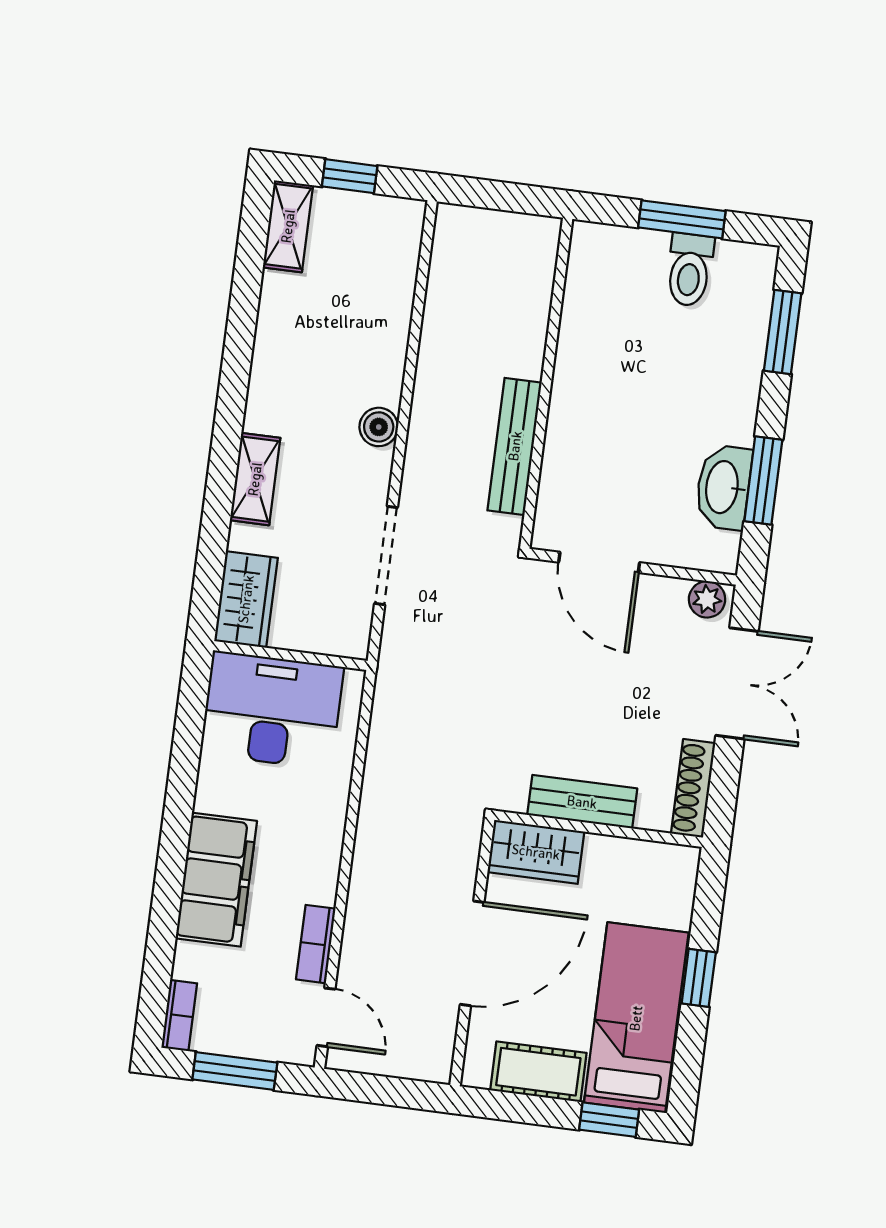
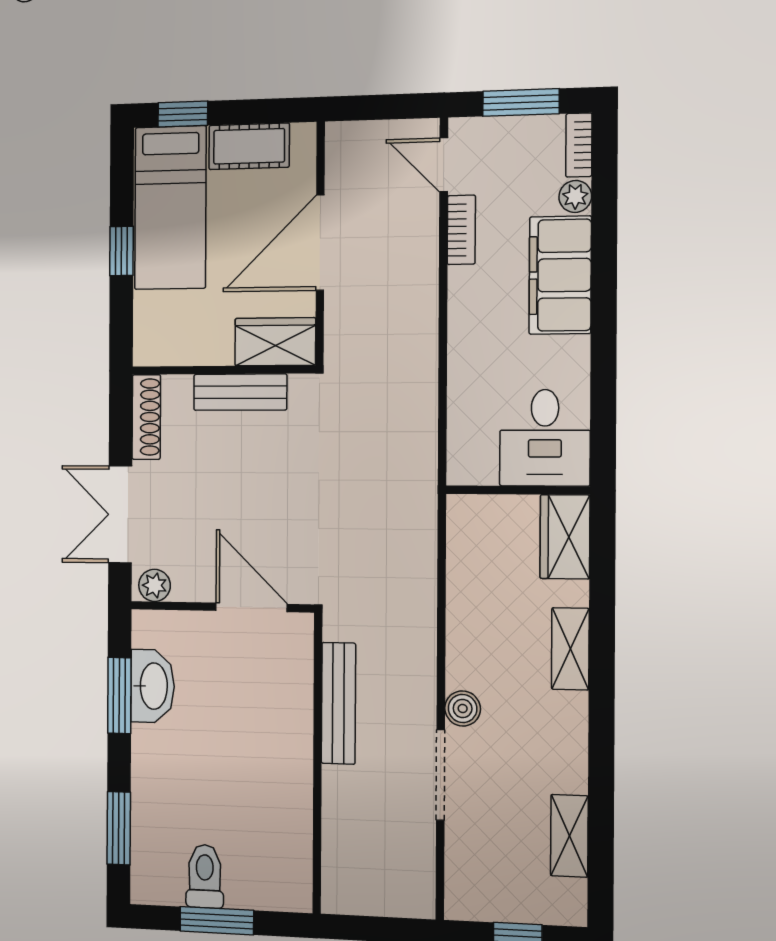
shelving: (288, 226) -> (569, 836), moved
doorway: (386, 555) -> (440, 775), moved
desk: (272, 710) -> (545, 438), width x0.73
plant: (190, 961) -> (575, 196), added

